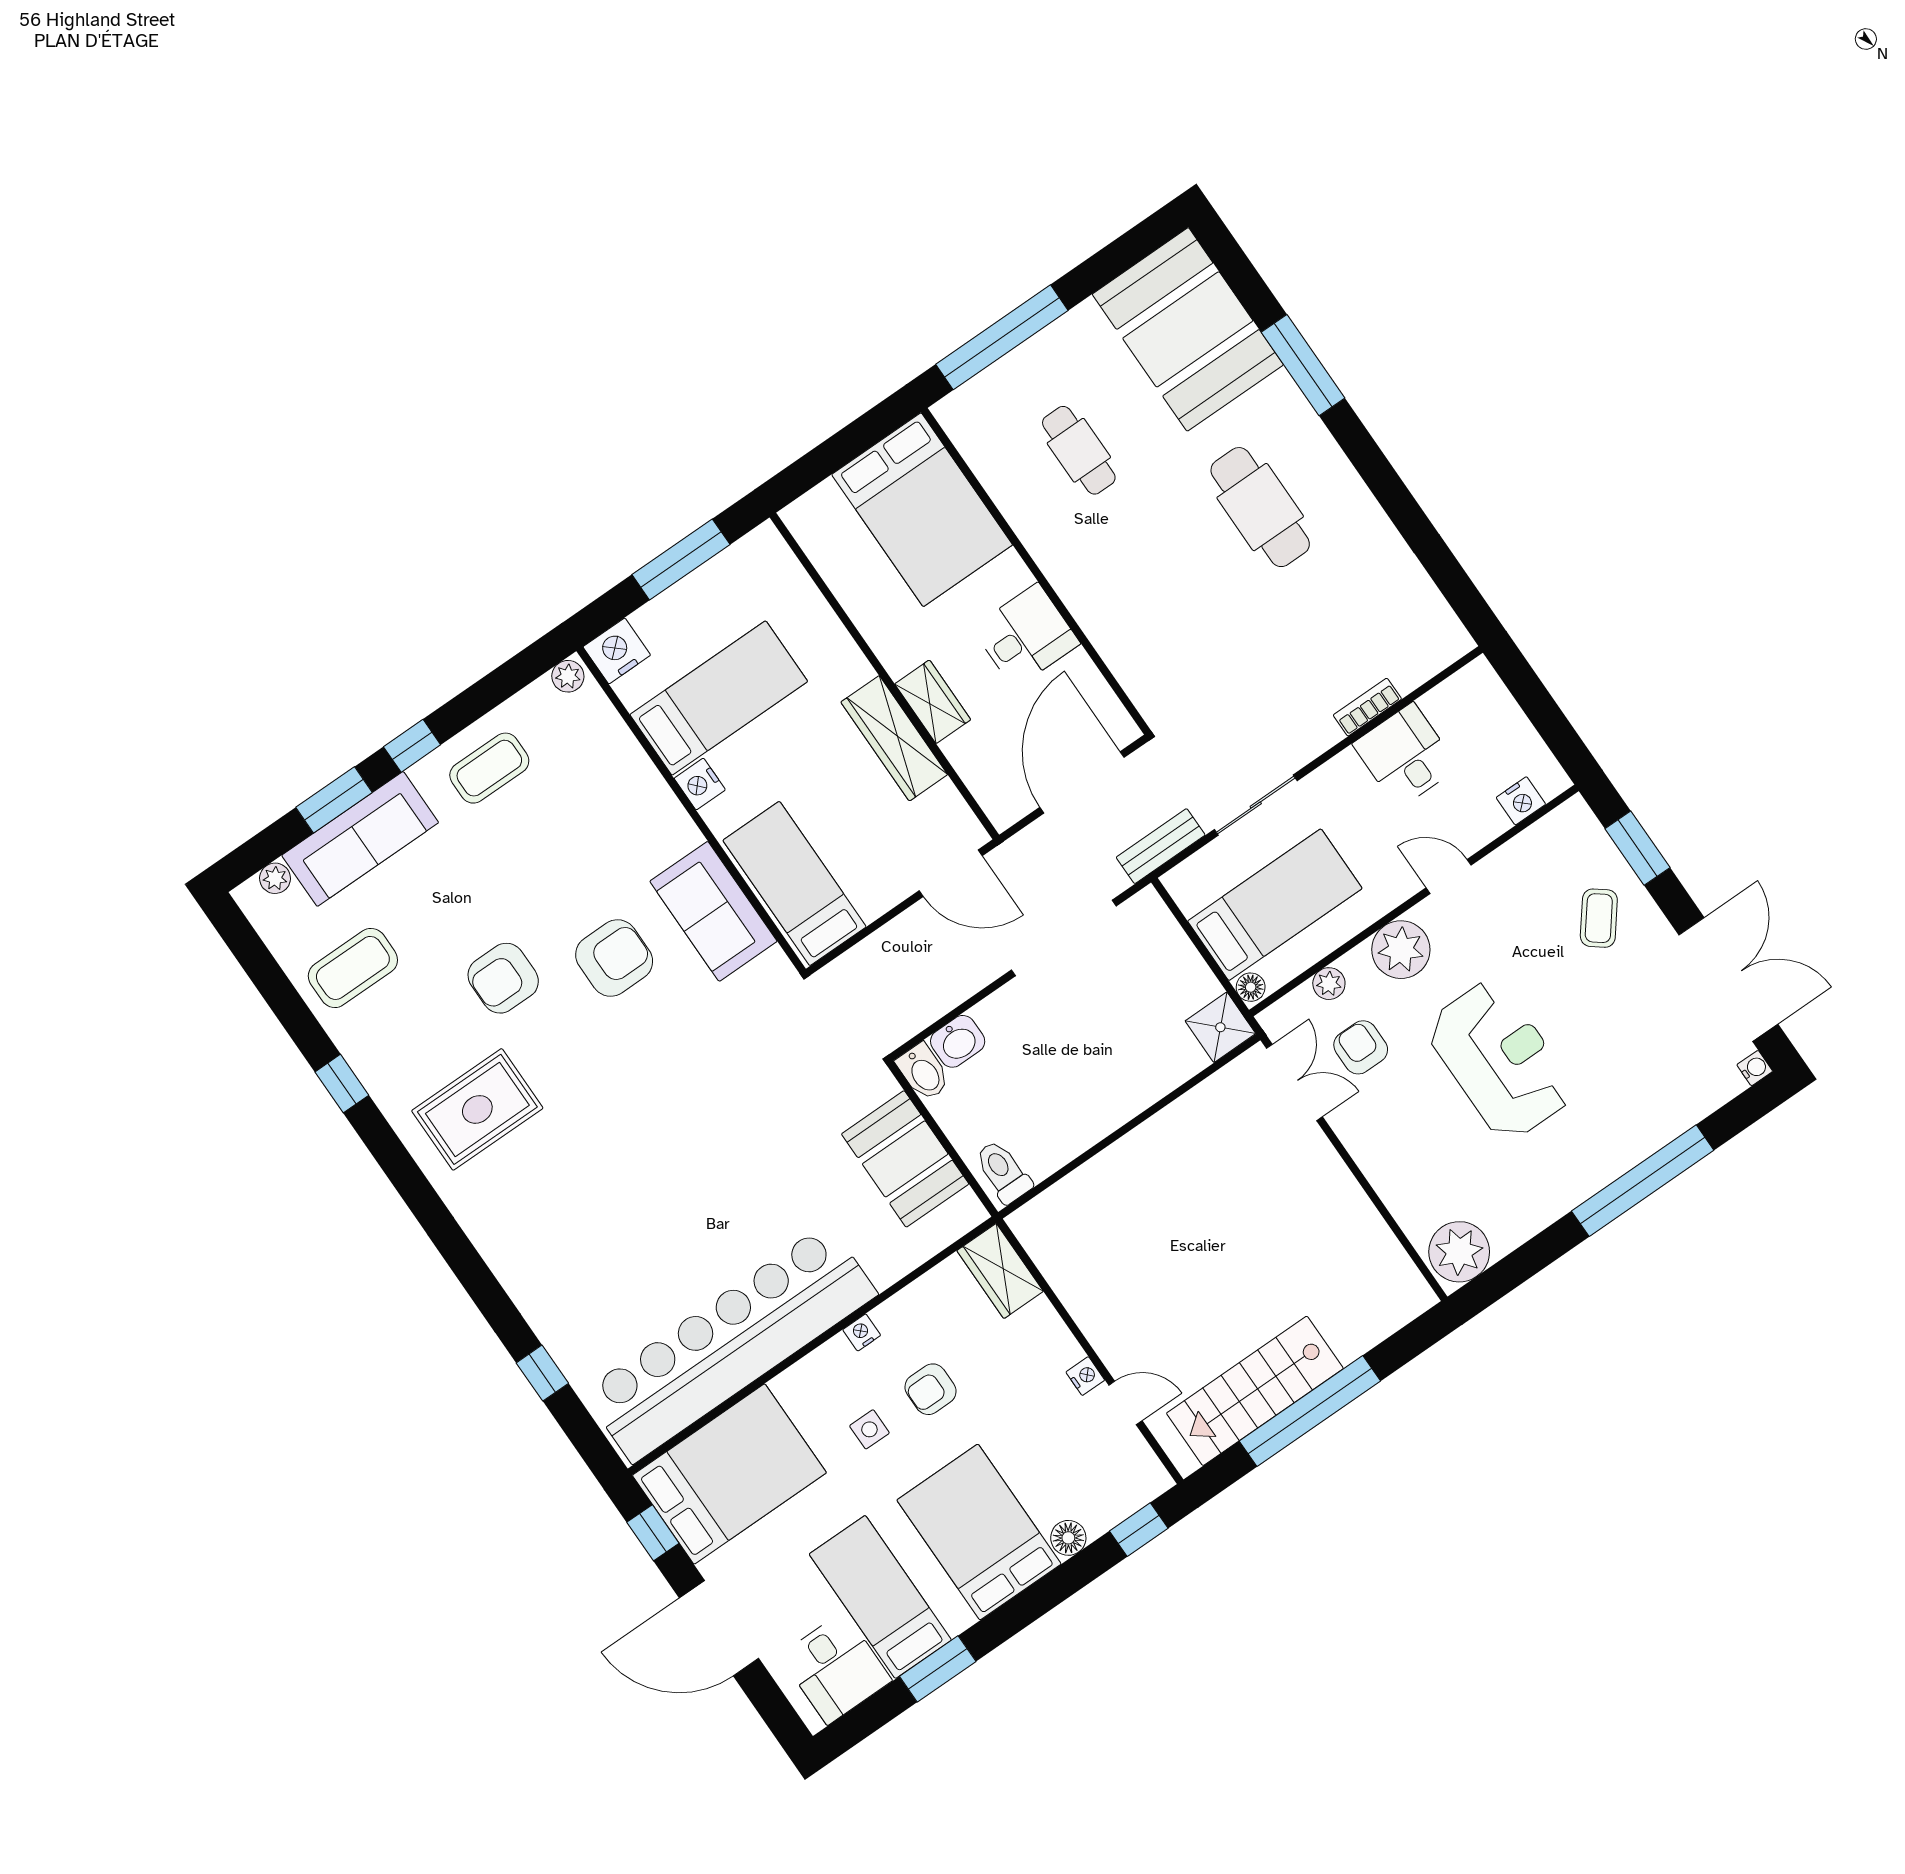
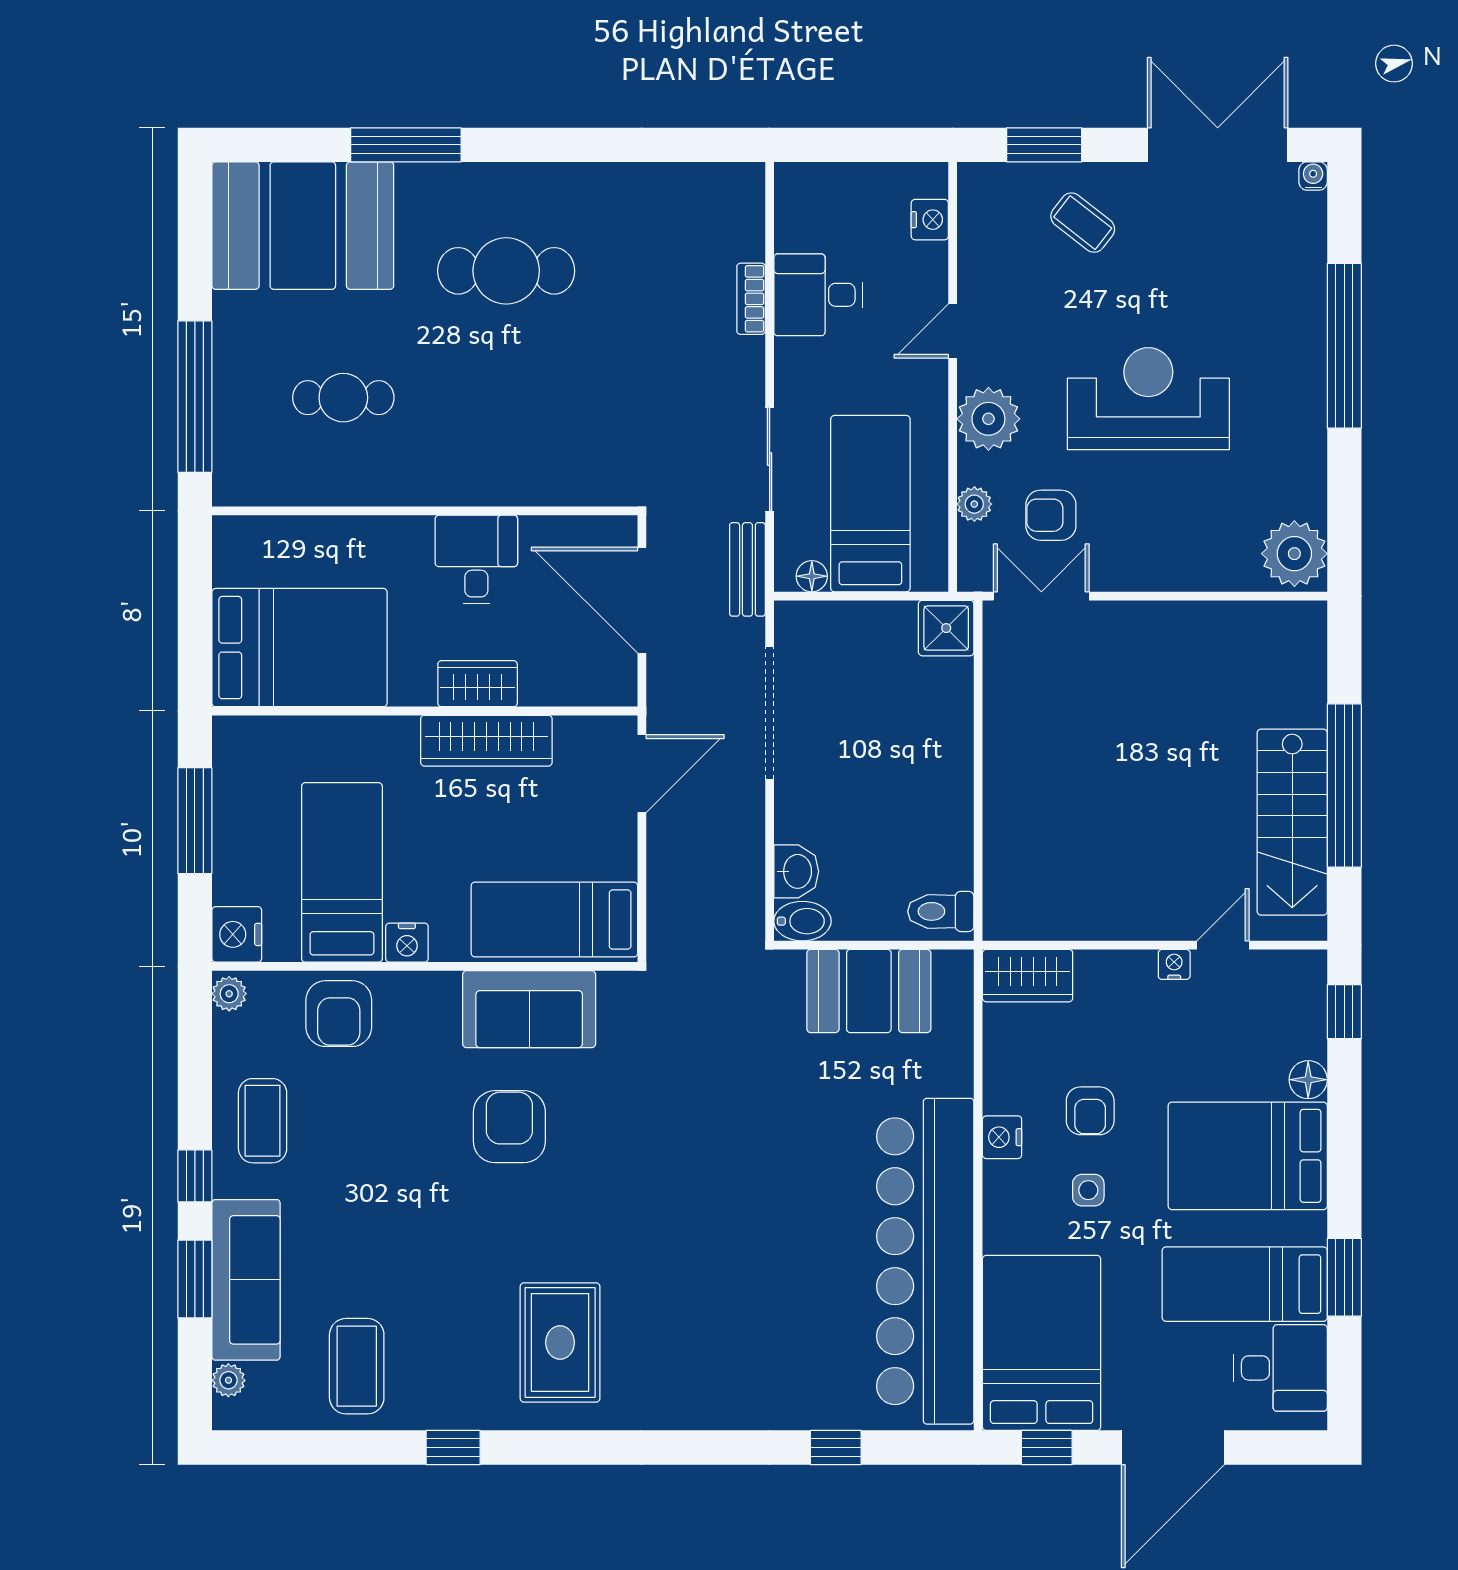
bed: (922, 510) -> (299, 648), moved
armchair: (503, 978) -> (339, 1014), moved
floor lamp: (1251, 987) -> (812, 576), moved
nightstand: (862, 1332) -> (1002, 1137), width x1.39, depth x1.35

